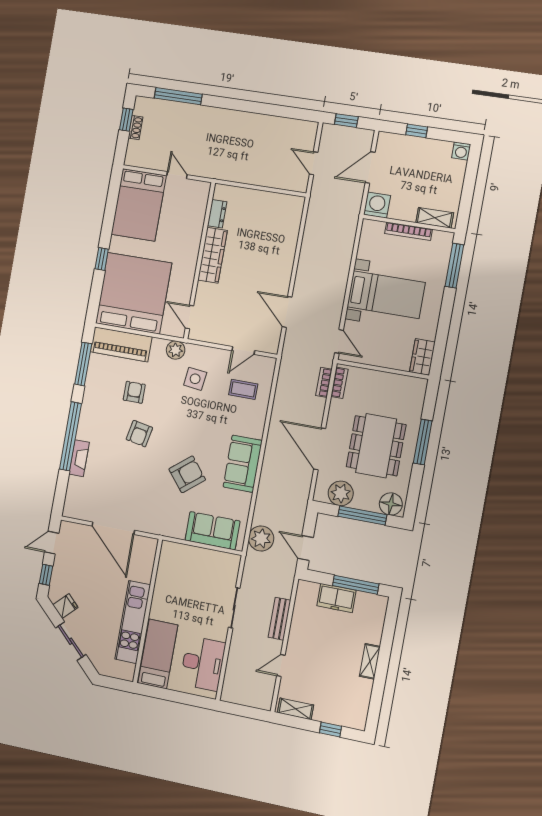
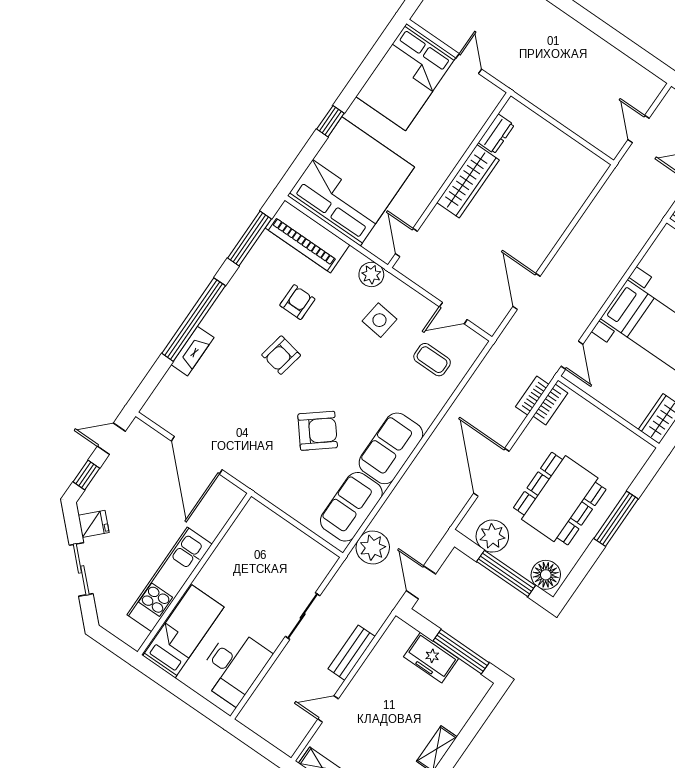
sofa: (213, 531) -> (351, 507), moved, turned -90

